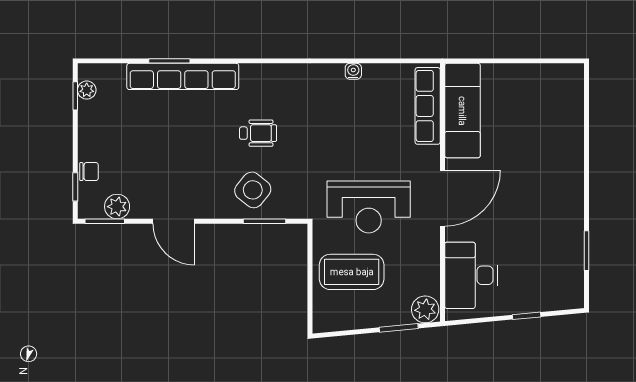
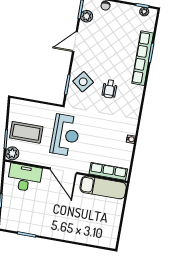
reception desk: (369, 207) -> (65, 135), turned 180
coffee table: (352, 272) -> (26, 132), moved, turned 90

